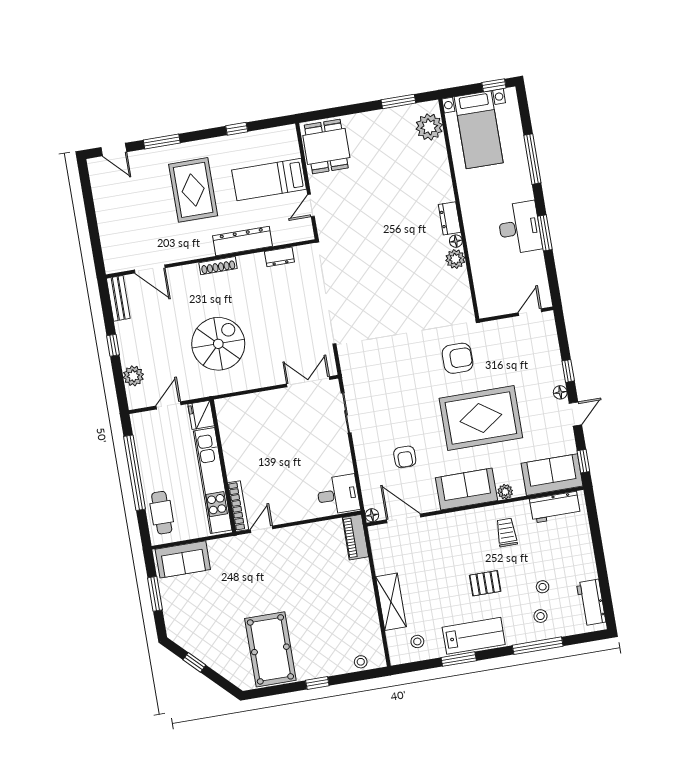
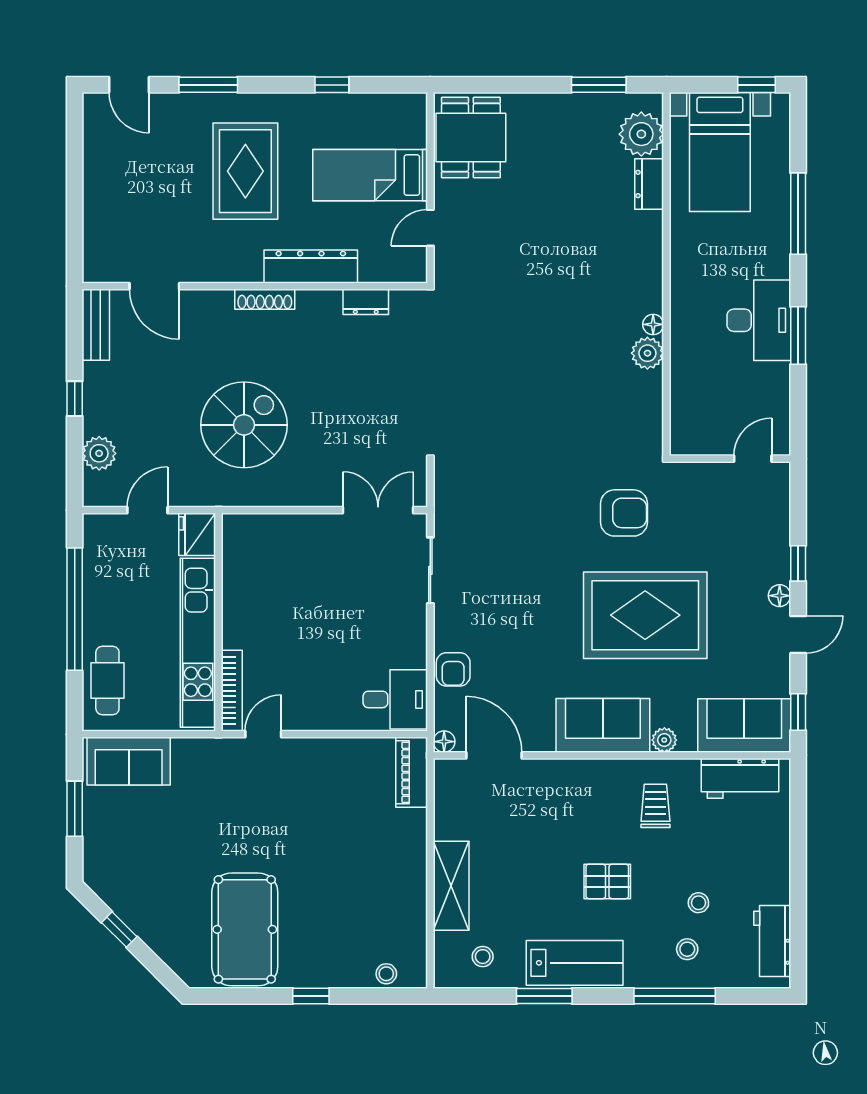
dresser: (450, 218) -> (649, 184), moved
armchair: (405, 457) -> (453, 669), moved

